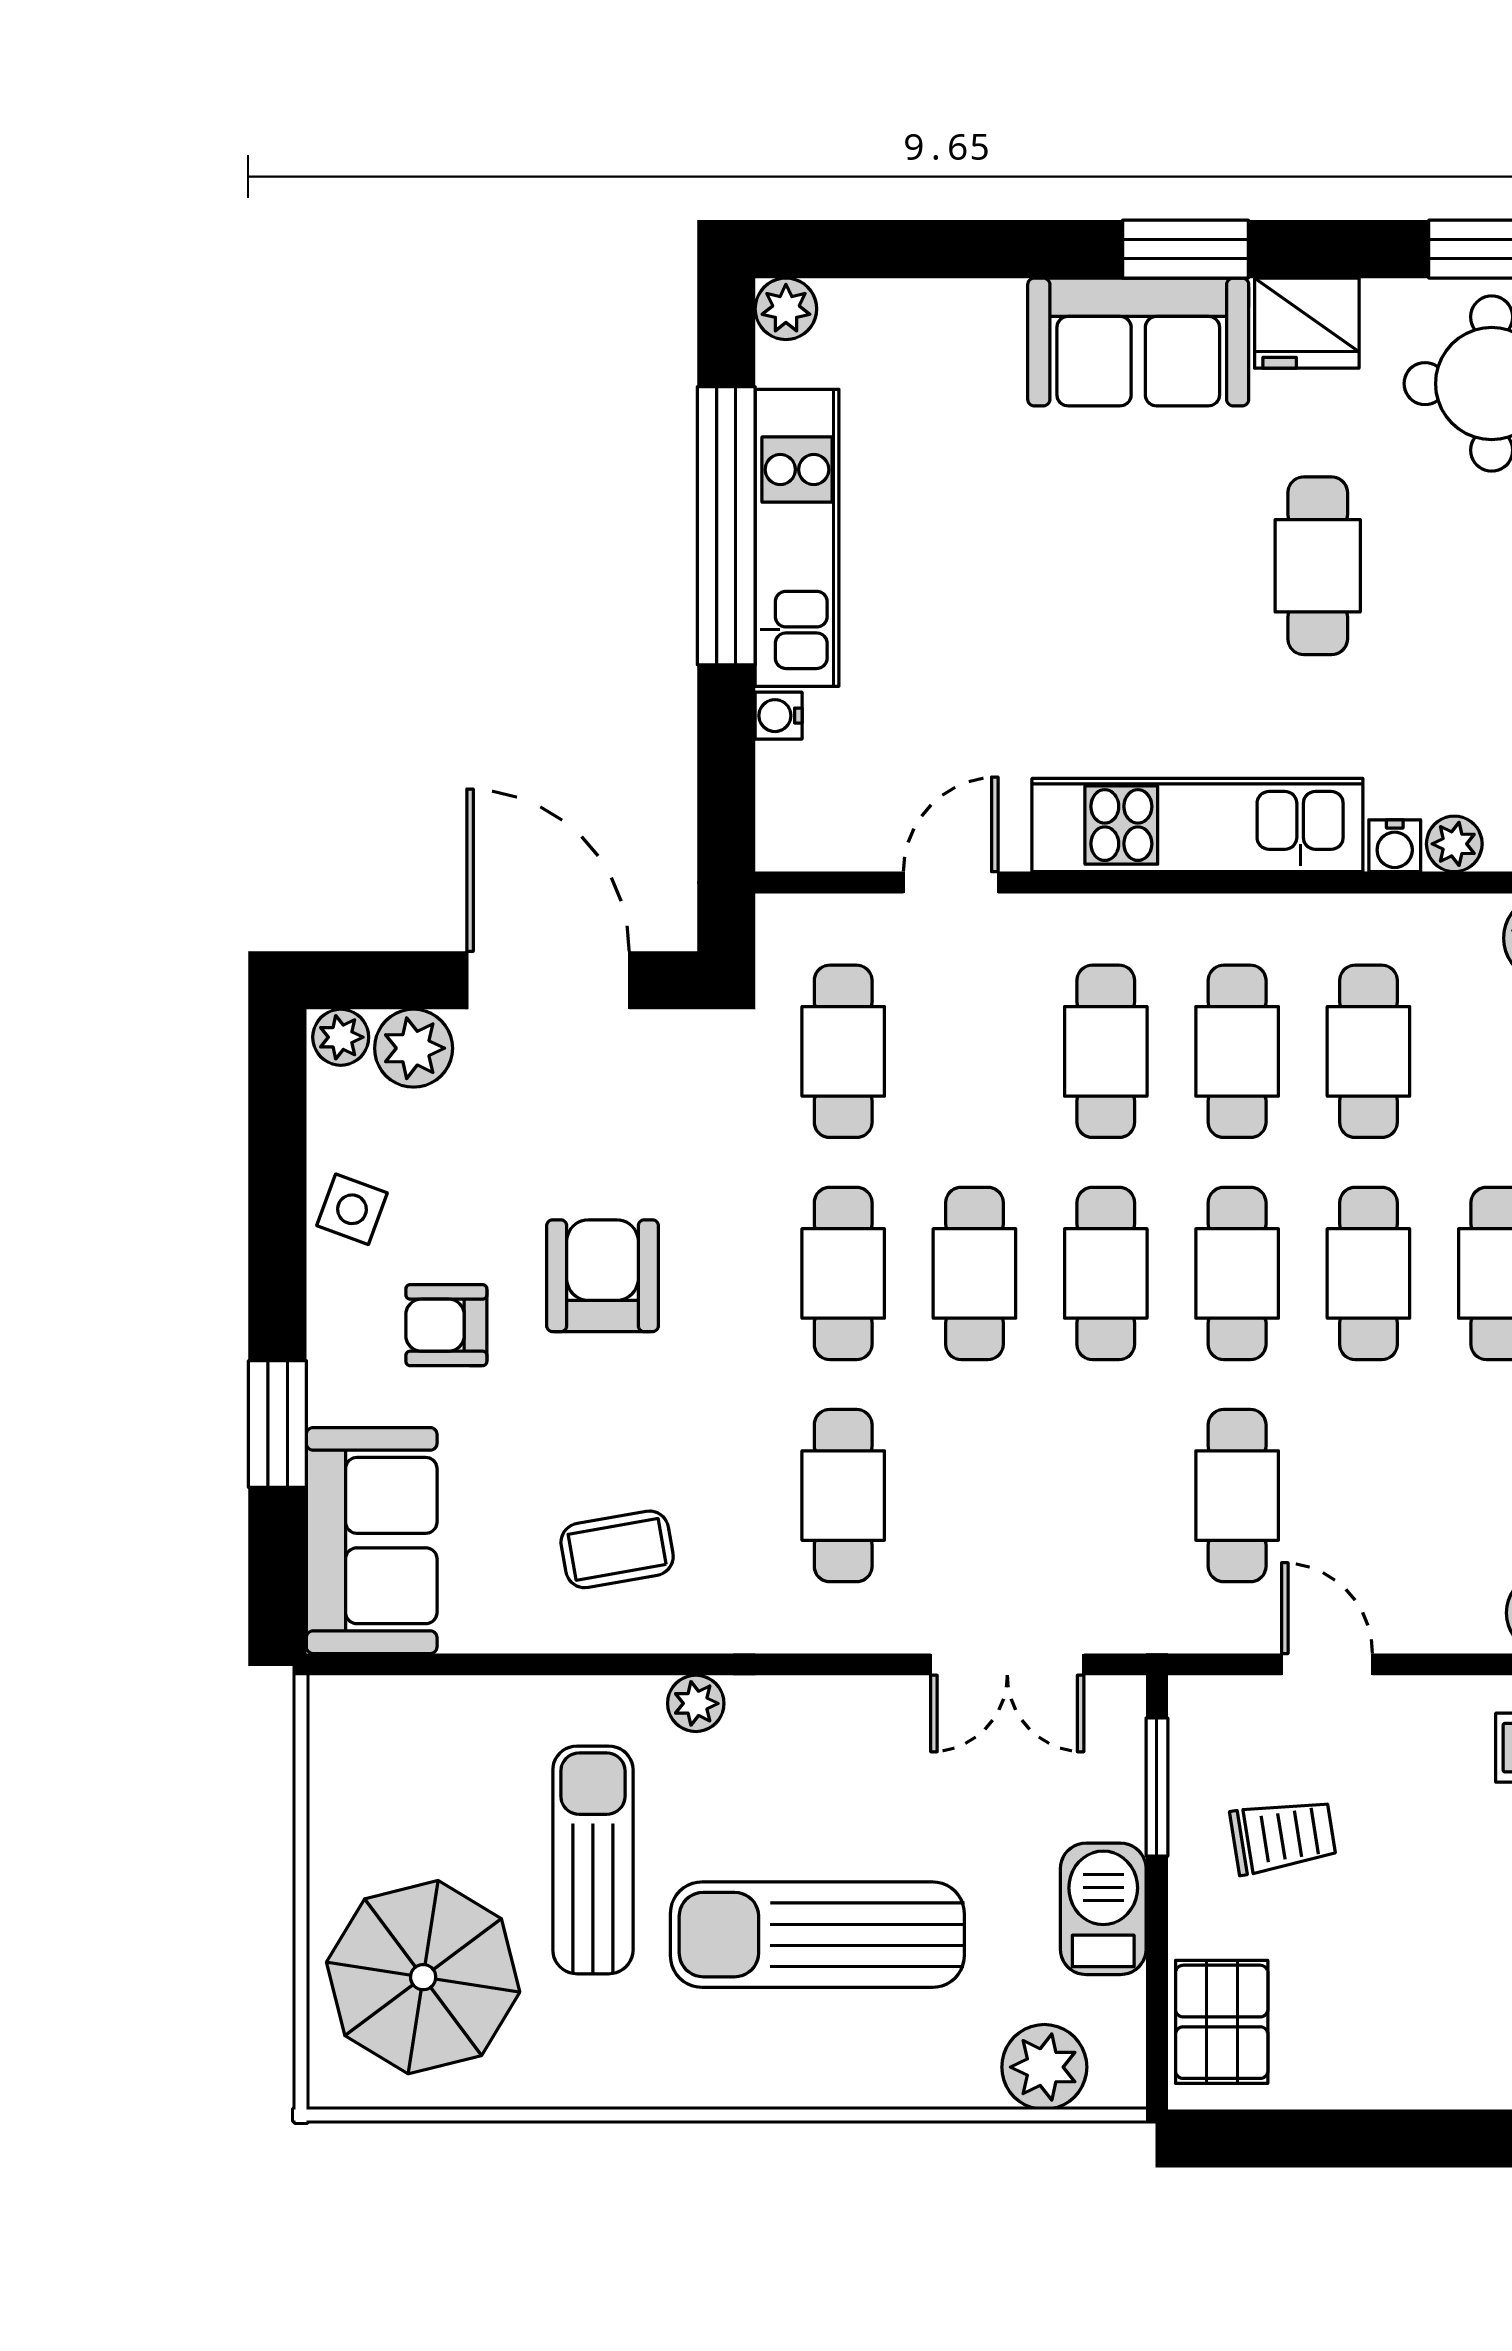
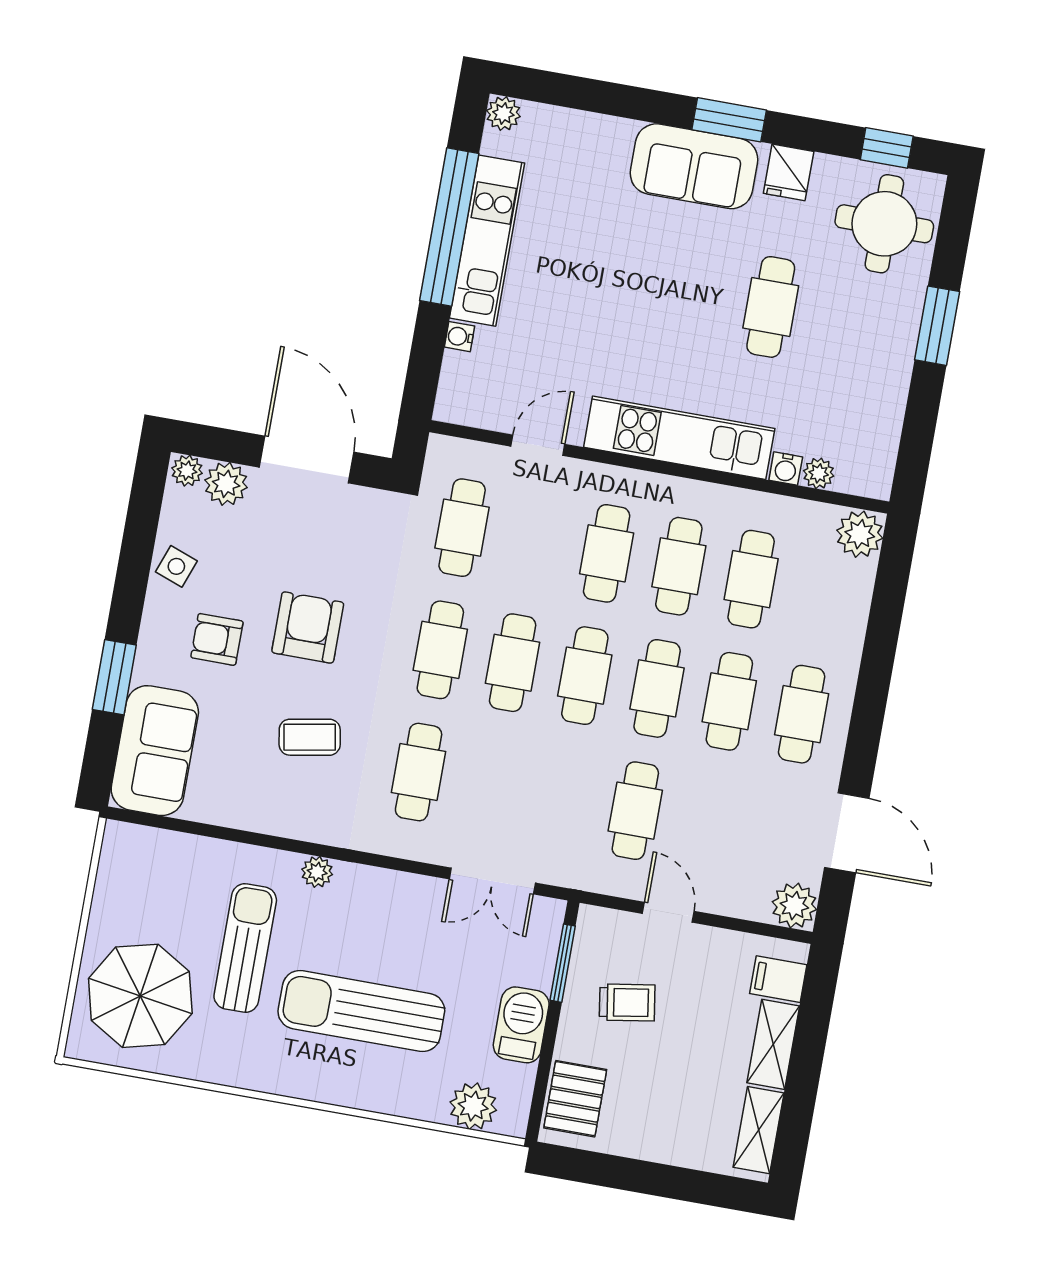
fridge: (1307, 323) -> (789, 172), width x0.72
coffee table: (617, 1549) -> (310, 737), moved

